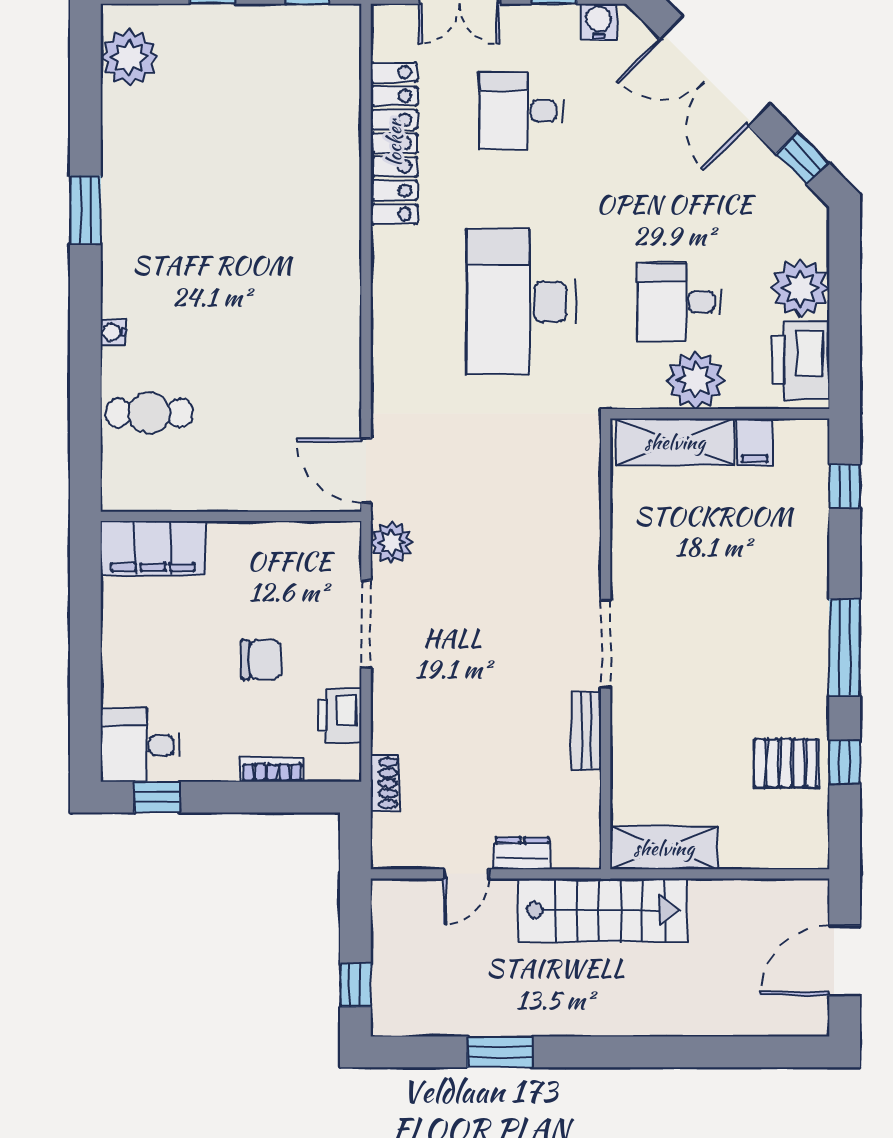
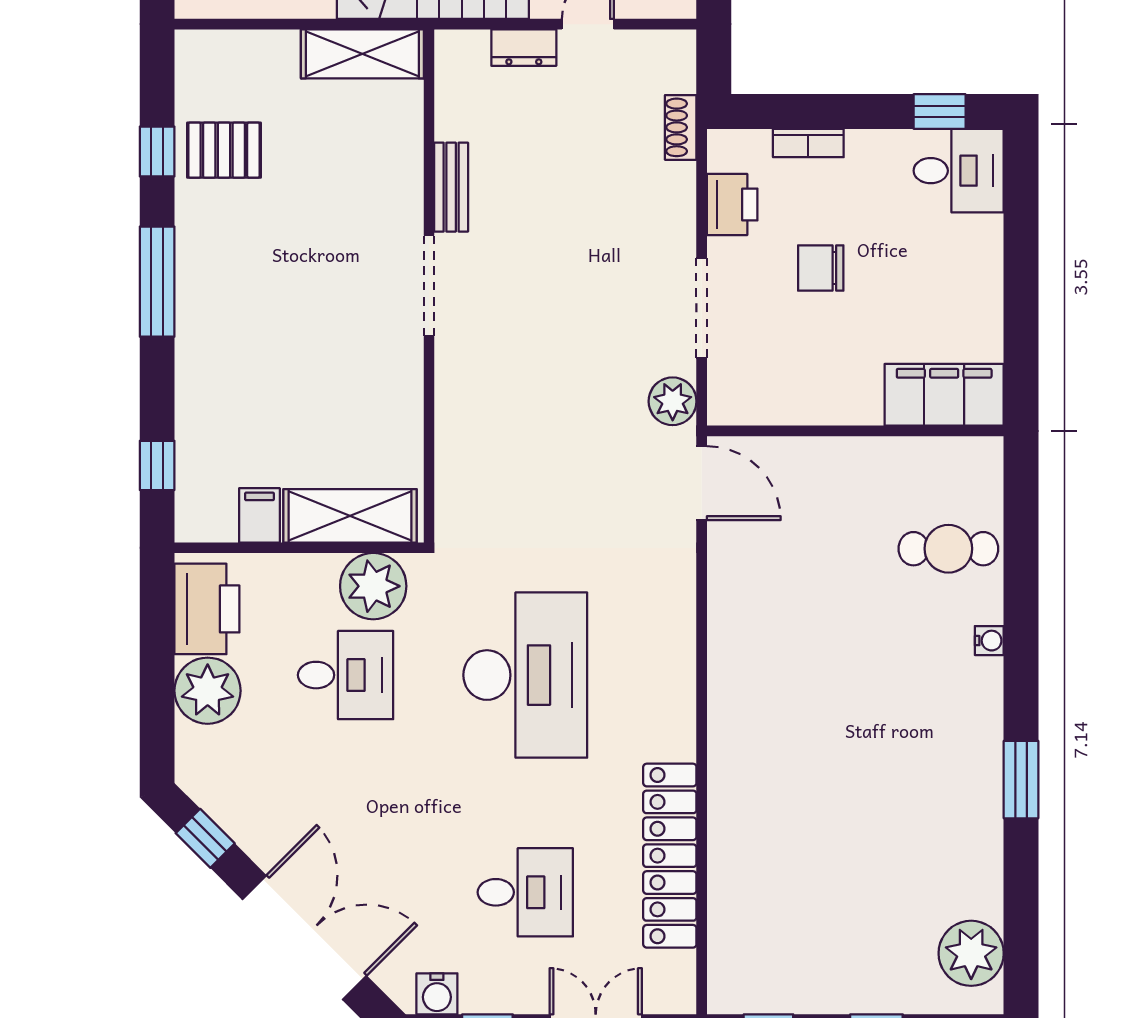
plant: (696, 380) -> (373, 586), moved

